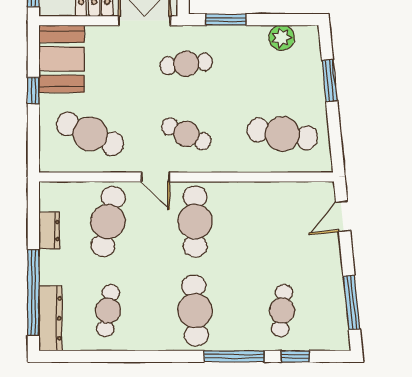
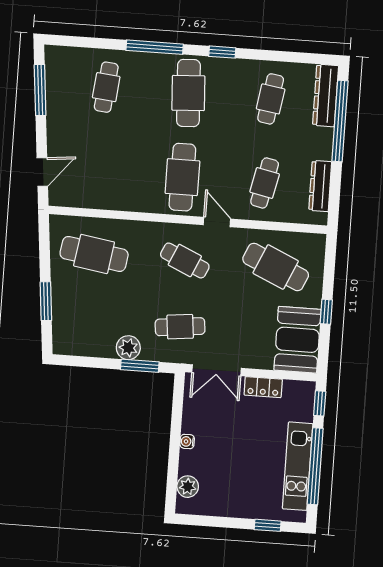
plant: (282, 38) -> (128, 348), moved
cafe table: (108, 222) -> (265, 183), width x0.73, depth x0.74
dresser: (49, 231) -> (320, 186), width x1.44
window: (295, 356) -> (222, 52), moved

